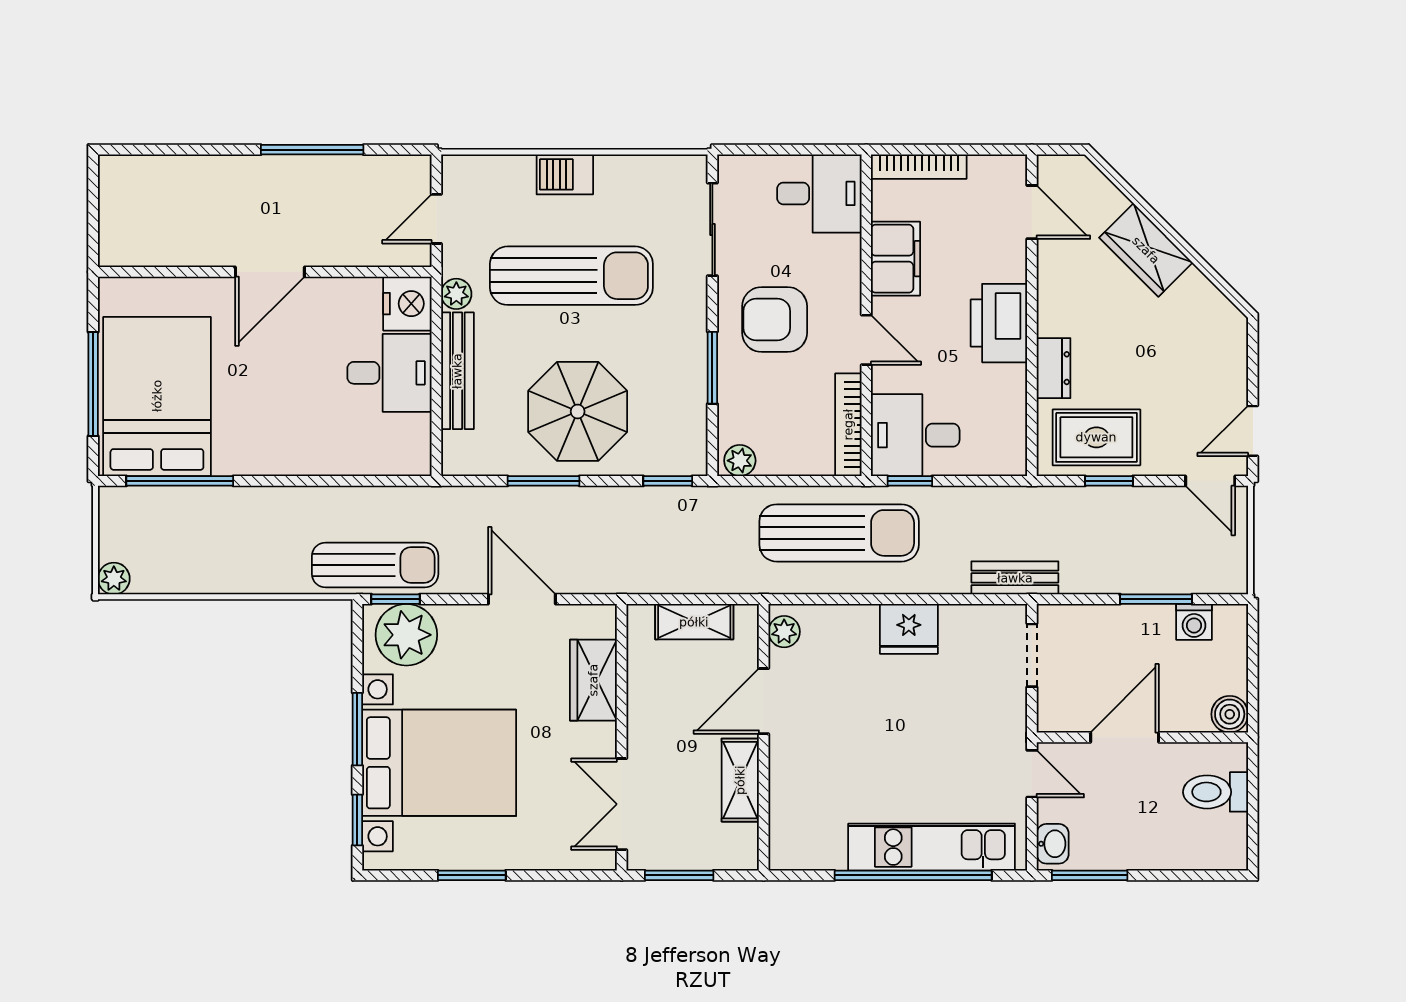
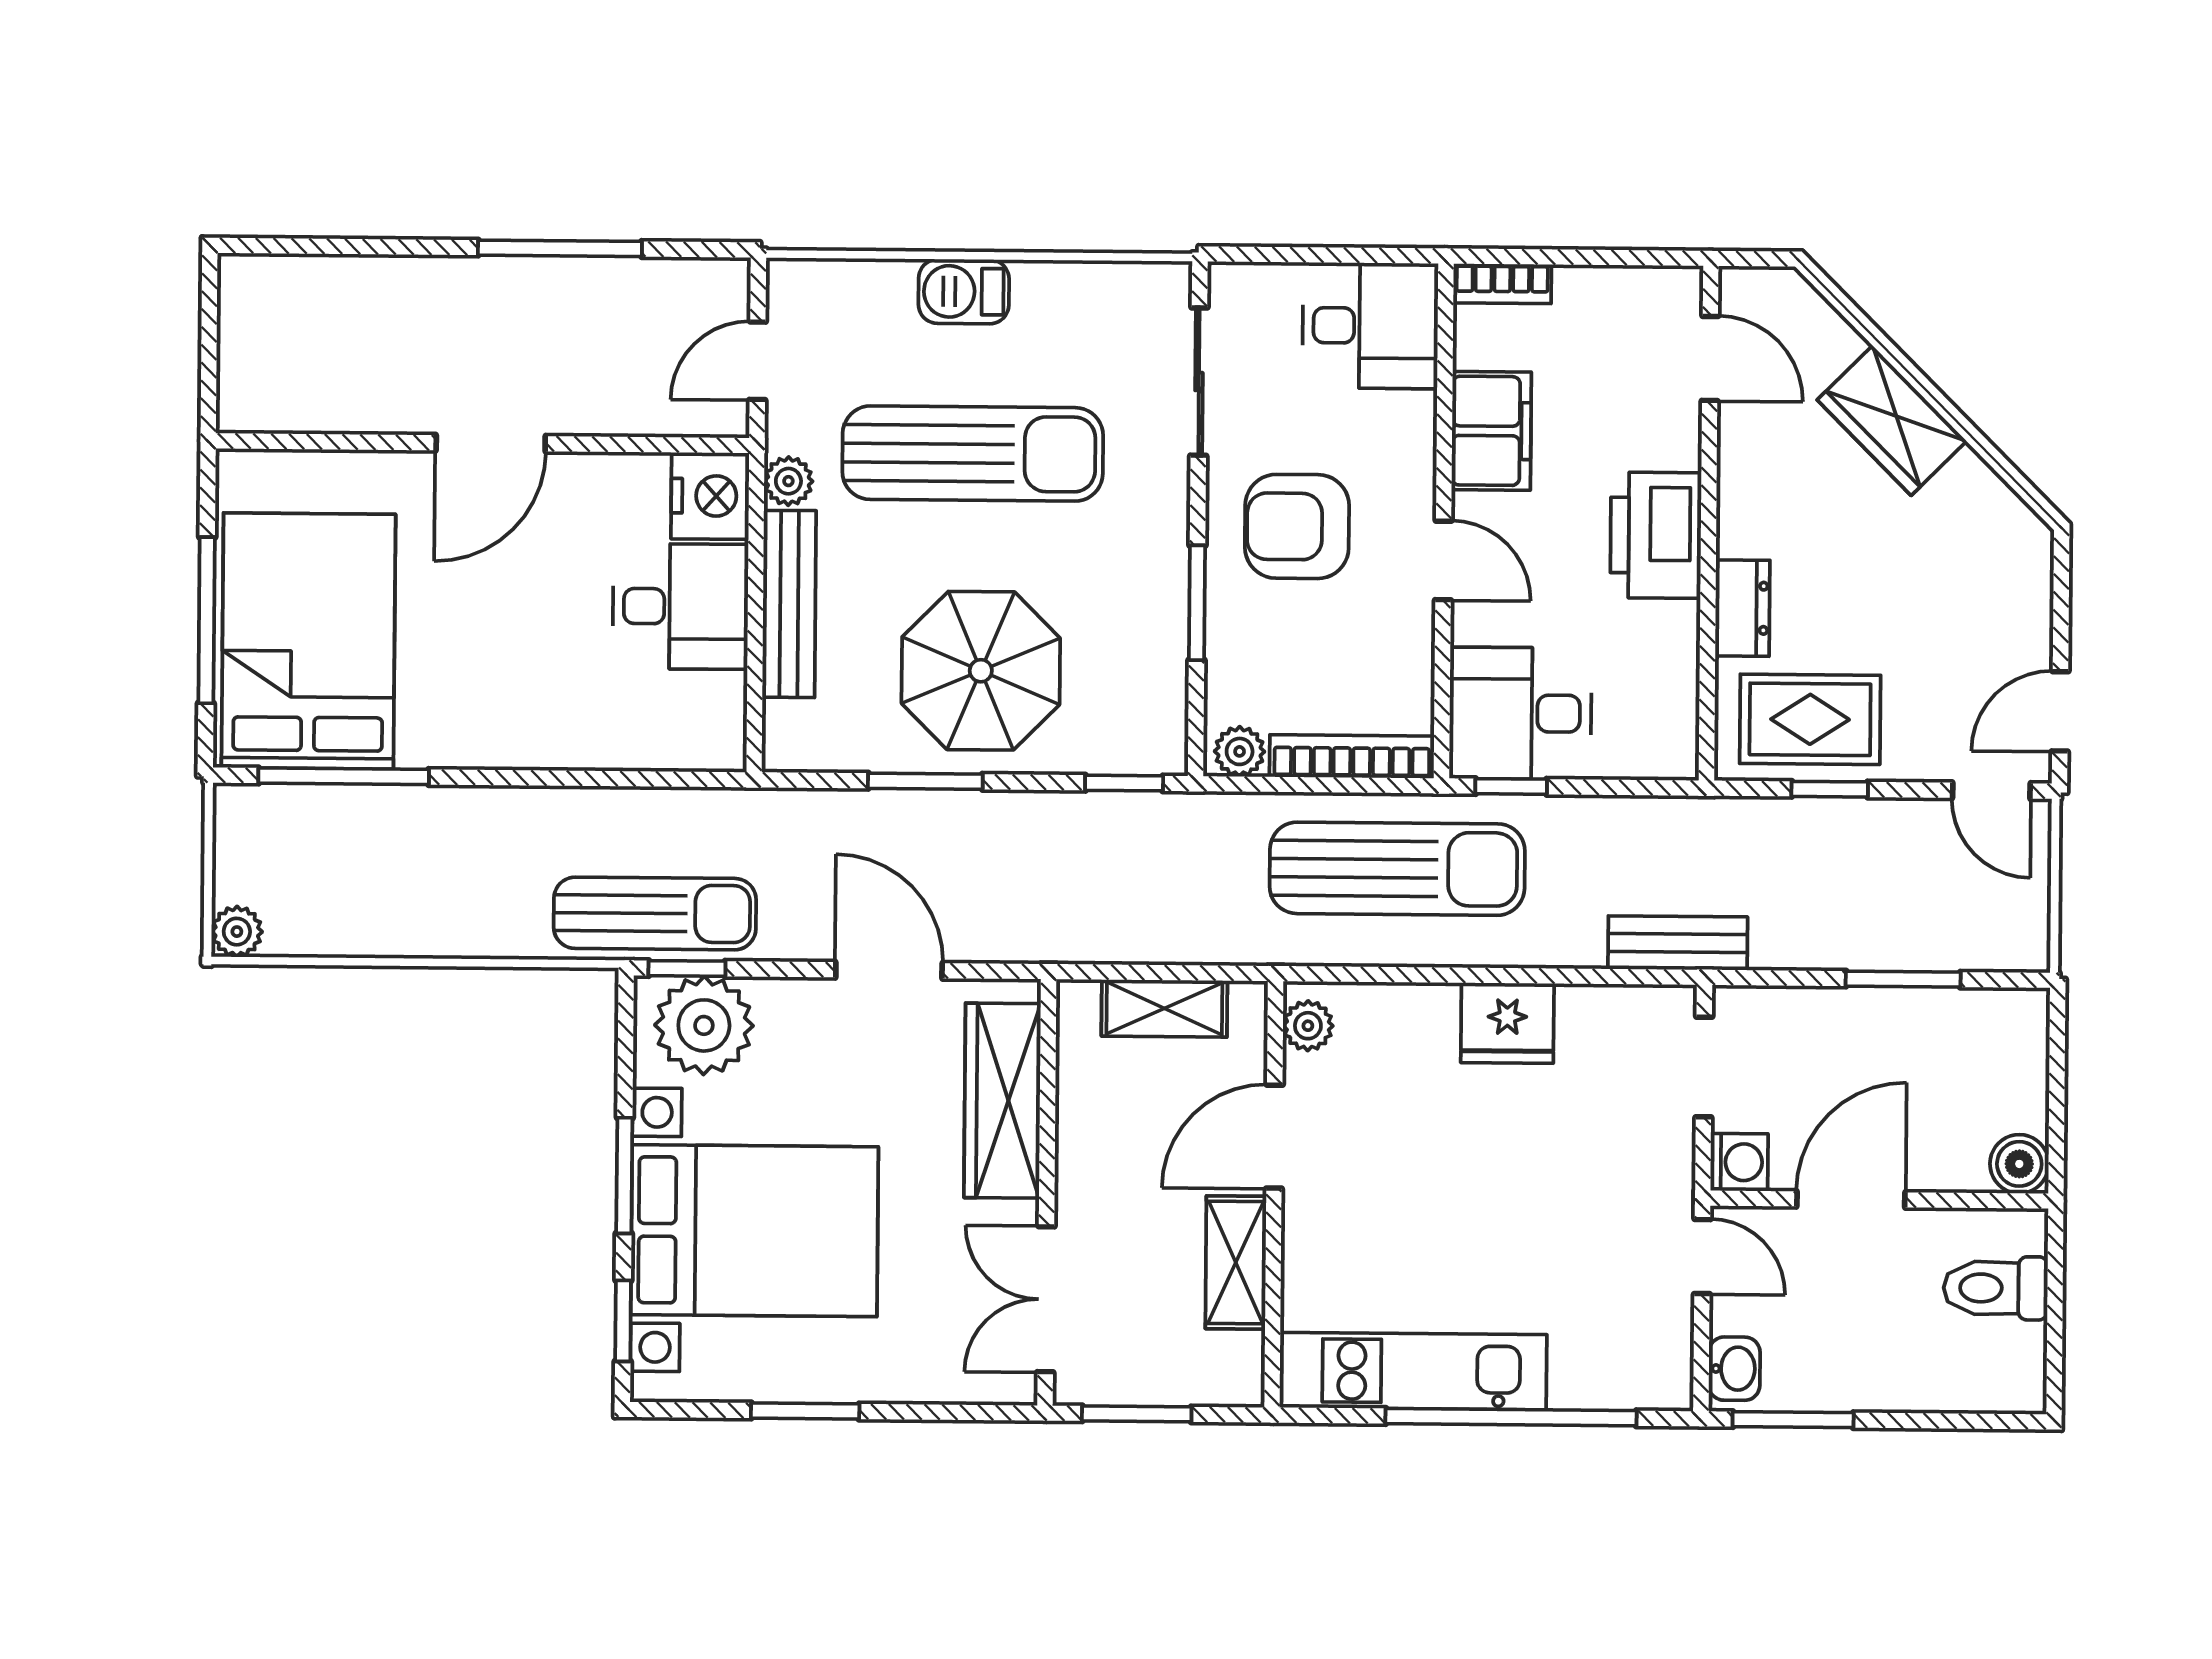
bookcase: (919, 167) -> (1502, 284), width x0.64
bookcase: (848, 425) -> (1352, 756), moved, turned 90
washing machine: (1194, 622) -> (1739, 1162), moved, turned -90
wardrobe: (593, 680) -> (1002, 1101), width x1.50
kitchen unit: (932, 847) -> (1413, 1371), moved

